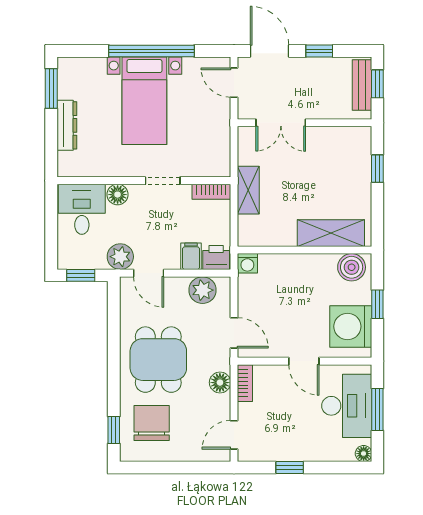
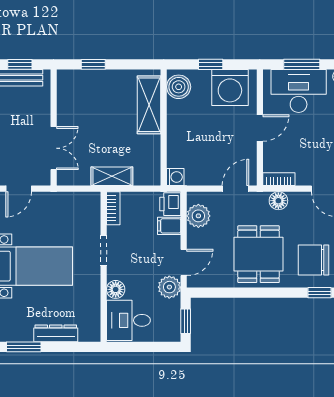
dining table: (158, 360) -> (259, 254), turned 90

